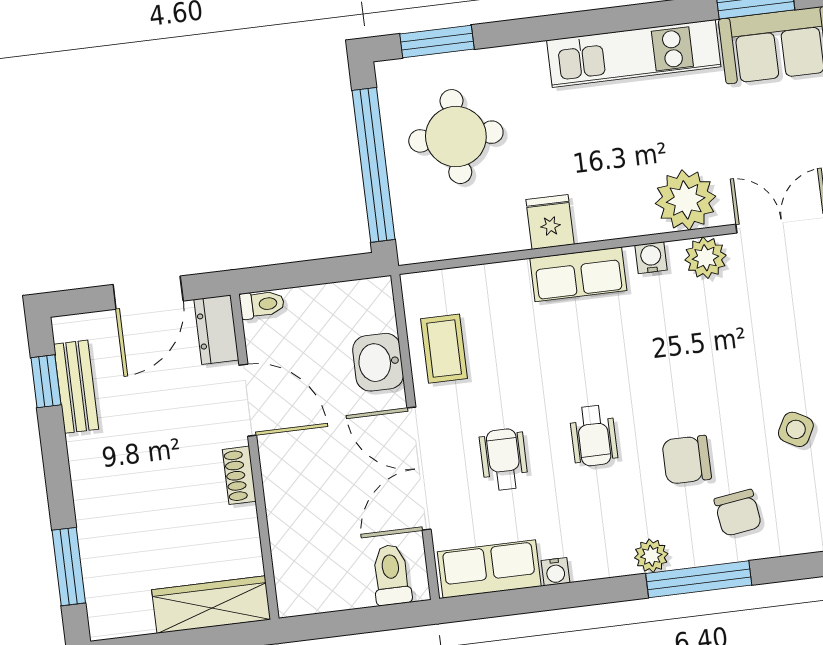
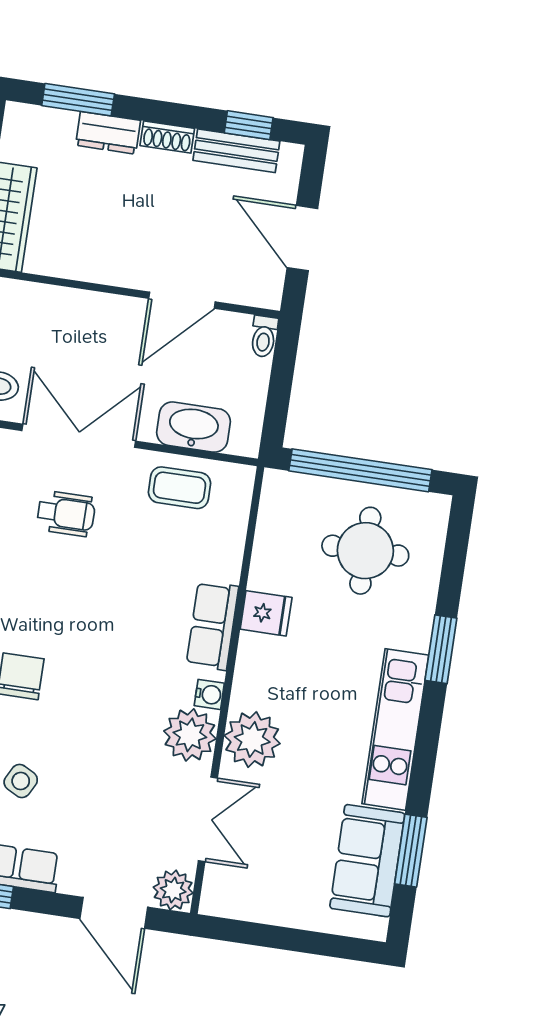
window: (437, 41) -> (441, 649), moved
plant: (705, 258) -> (190, 735), width x1.36, depth x1.36
dresser: (216, 330) -> (108, 133), moved, turned 180
washbasin: (378, 362) -> (193, 427), width x1.38
wheelchair: (594, 436) -> (65, 599), removed
shoe rack: (239, 475) -> (167, 137), moved, turned 180

